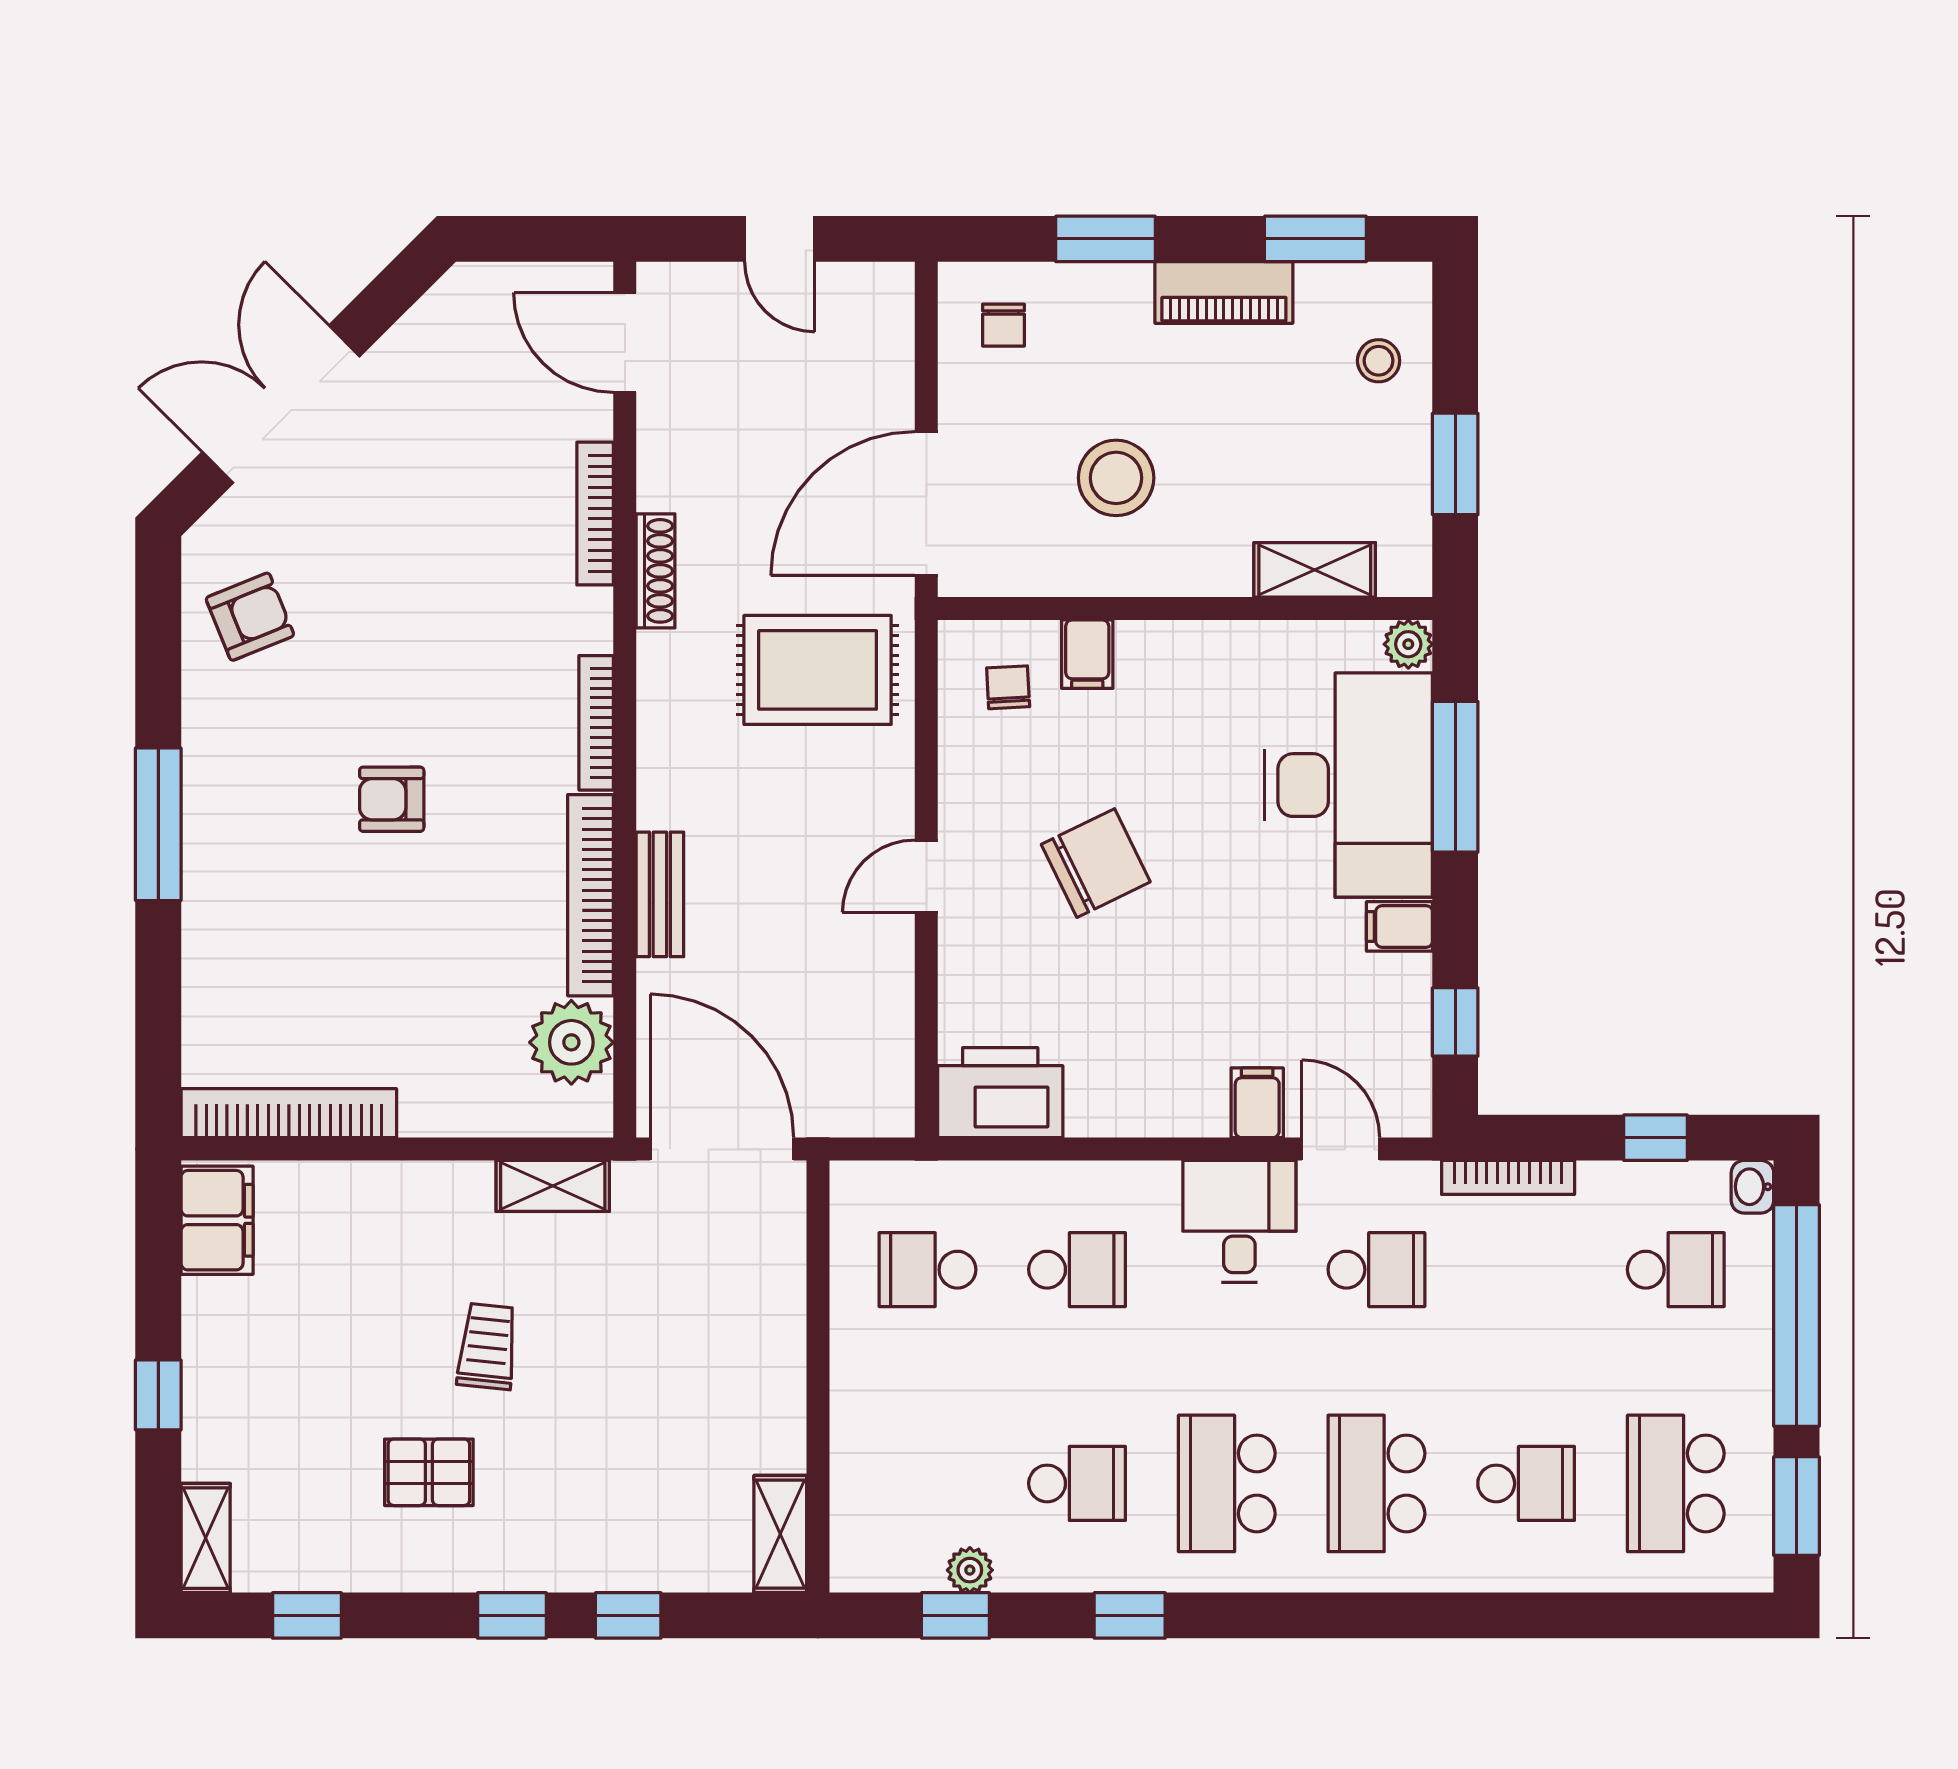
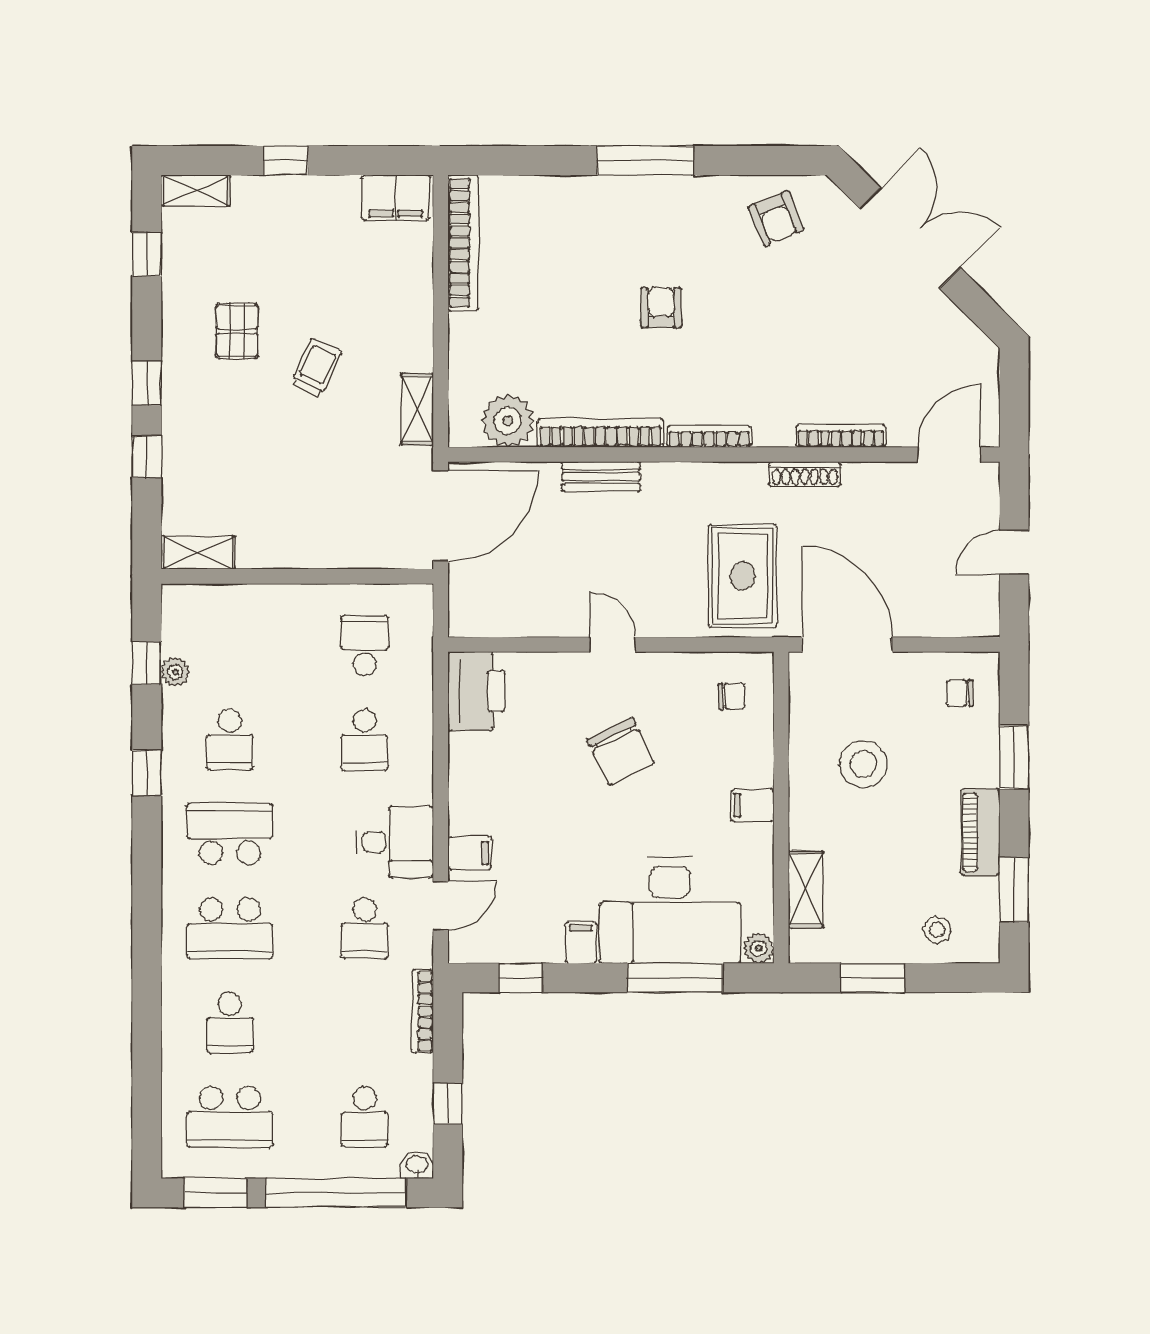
filing cabinet: (1087, 654) -> (752, 805), moved
trolley: (487, 1346) -> (316, 368), turned -71
school desk: (1376, 1483) -> (230, 928), turned 180
school desk: (1676, 1483) -> (230, 1117), turned 180

